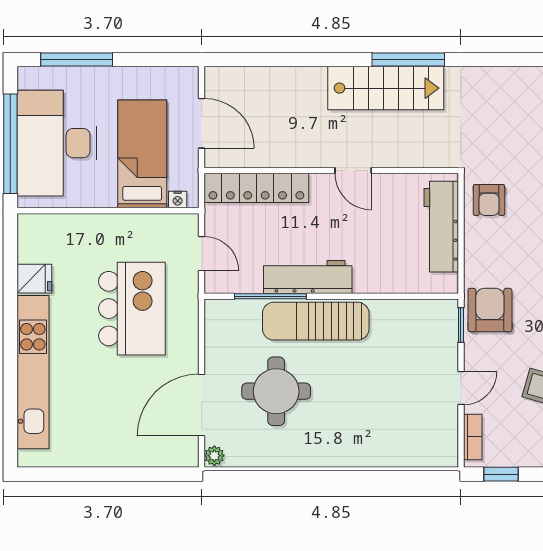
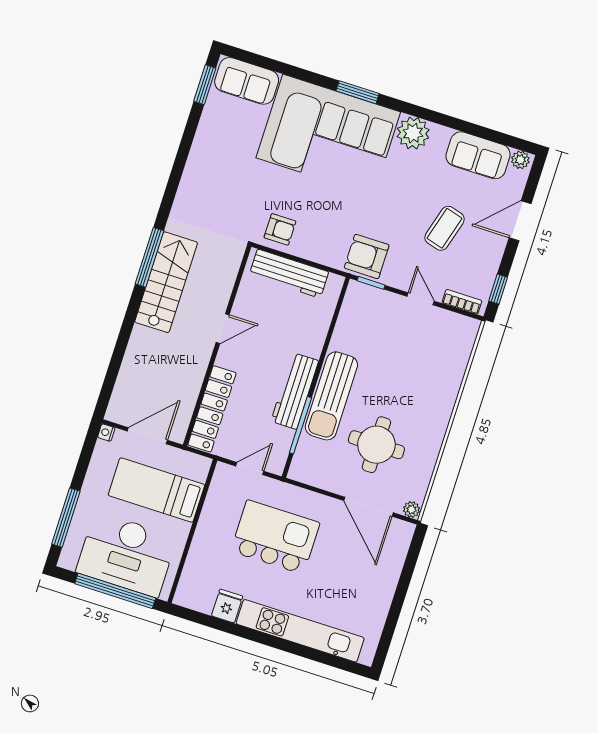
nightstand: (178, 200) -> (106, 433), moved, turned 180

